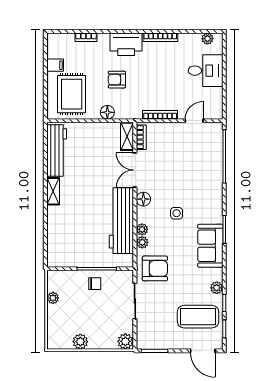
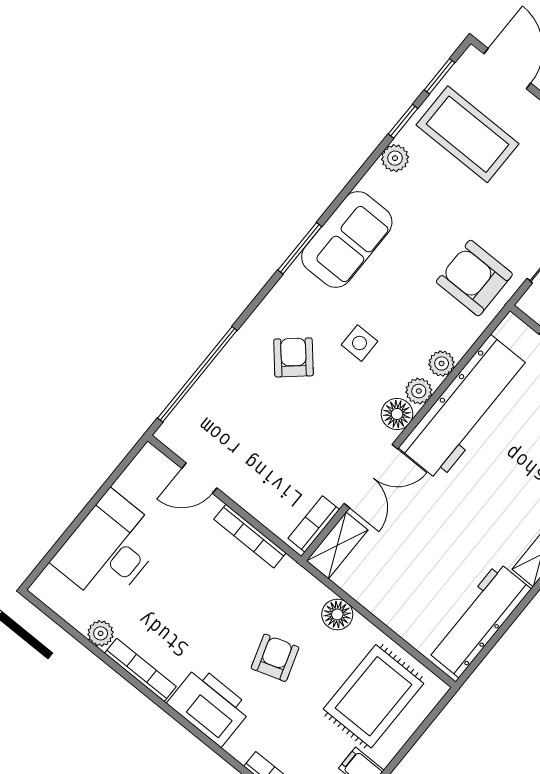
plant: (207, 39) -> (101, 633), moved
desk: (206, 71) -> (109, 549), width x1.37
armchair: (117, 80) -> (275, 658), turned -108
armchair: (195, 190) -> (294, 357), added
plant: (142, 242) -> (419, 391), moved

